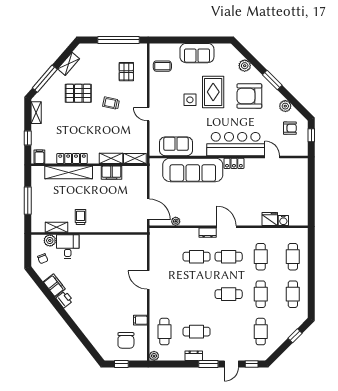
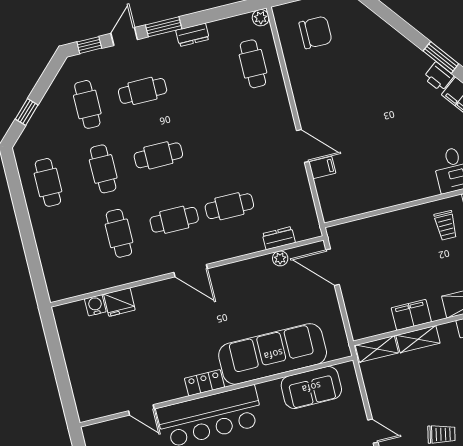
dresser: (208, 233) -> (279, 238), moved
cafe table: (293, 257) -> (64, 247), removed
window: (61, 310) -> (441, 57), added
filing cabinet: (140, 320) -> (322, 168), moved
cafe table: (197, 332) -> (143, 91), moved
chair: (126, 340) -> (316, 32), turned 90

